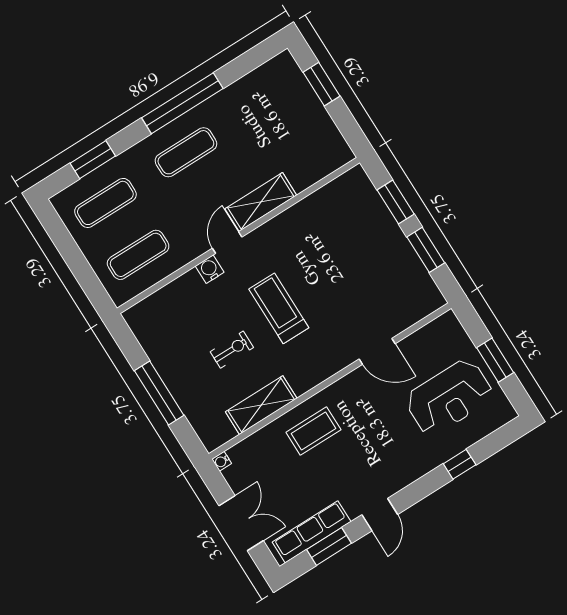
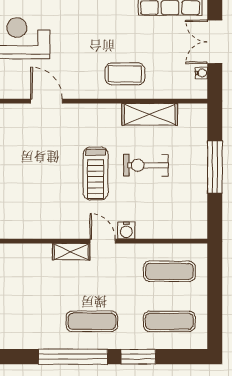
window: (93, 160) -> (138, 357), moved
shelving: (261, 202) -> (71, 252), width x0.67, depth x0.75
door: (227, 243) -> (103, 241), swing flipped
exercise bike: (232, 350) -> (146, 165), width x1.38, depth x1.39
water cooler: (222, 461) -> (201, 73), moved

